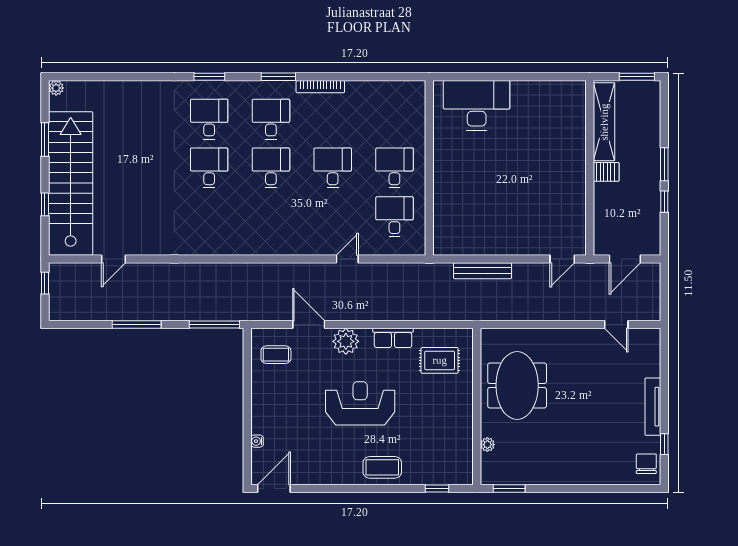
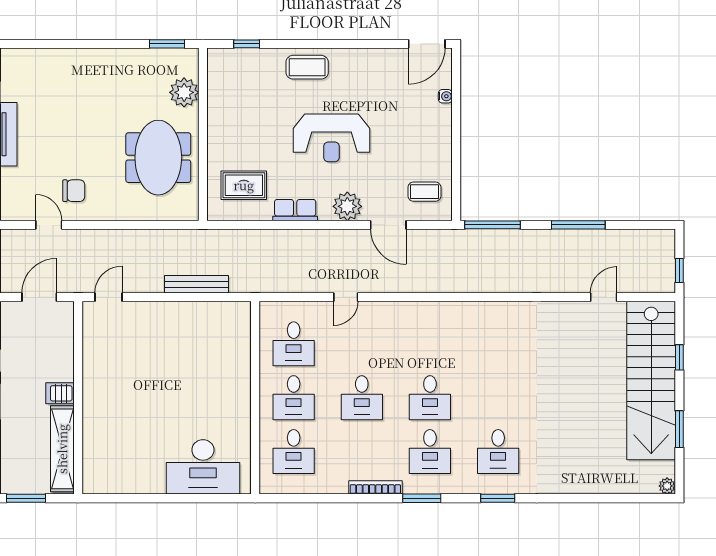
desk: (209, 168) -> (294, 452), moved
plant: (487, 445) -> (184, 92), width x1.87, depth x1.87
chair: (646, 464) -> (74, 191), moved, turned -90

